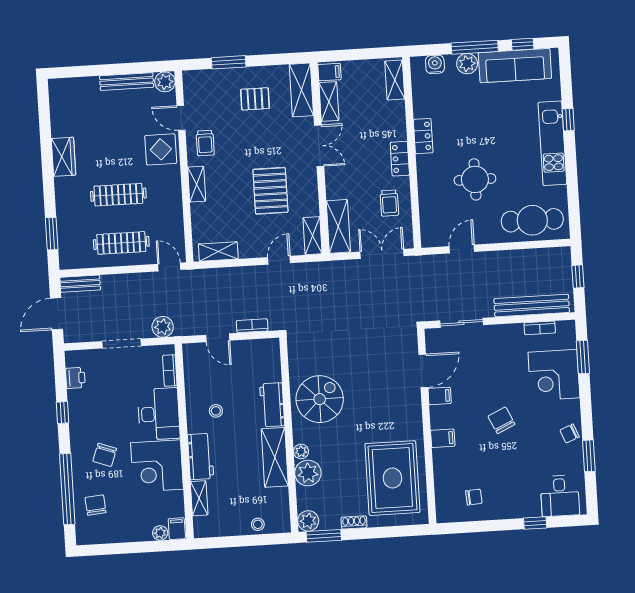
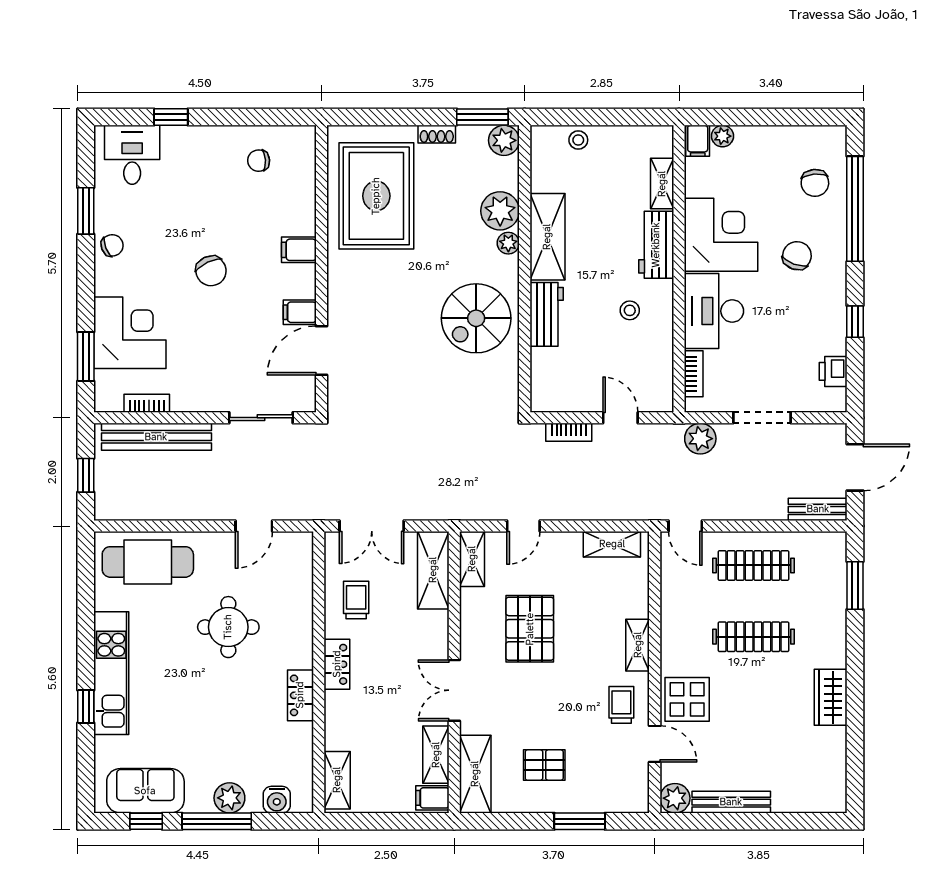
sofa: (515, 66) -> (145, 791), width x0.73

